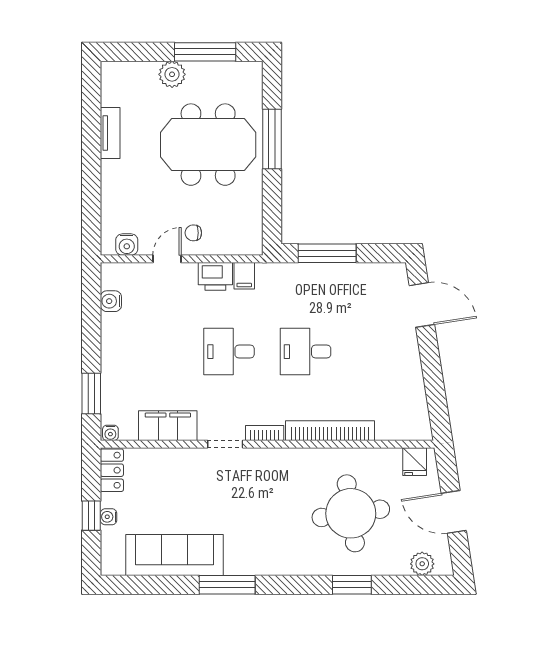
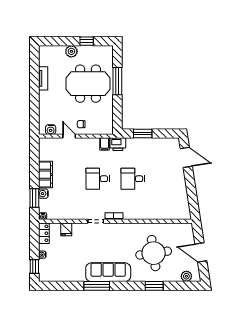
window: (205, 52) -> (87, 41), width x0.46
window: (327, 253) -> (143, 134), width x0.69
door: (167, 259) -> (69, 136), hinge flipped
printer: (215, 276) -> (118, 144), moved
water cooler: (111, 301) -> (43, 194), moved
filing cabinet: (168, 426) -> (45, 175), moved, turned 90
bookcase: (330, 431) -> (144, 215), removed
fridge: (415, 462) -> (66, 229), moved
window: (91, 516) -> (34, 267), moved
sofa: (175, 555) -> (108, 272), moved

